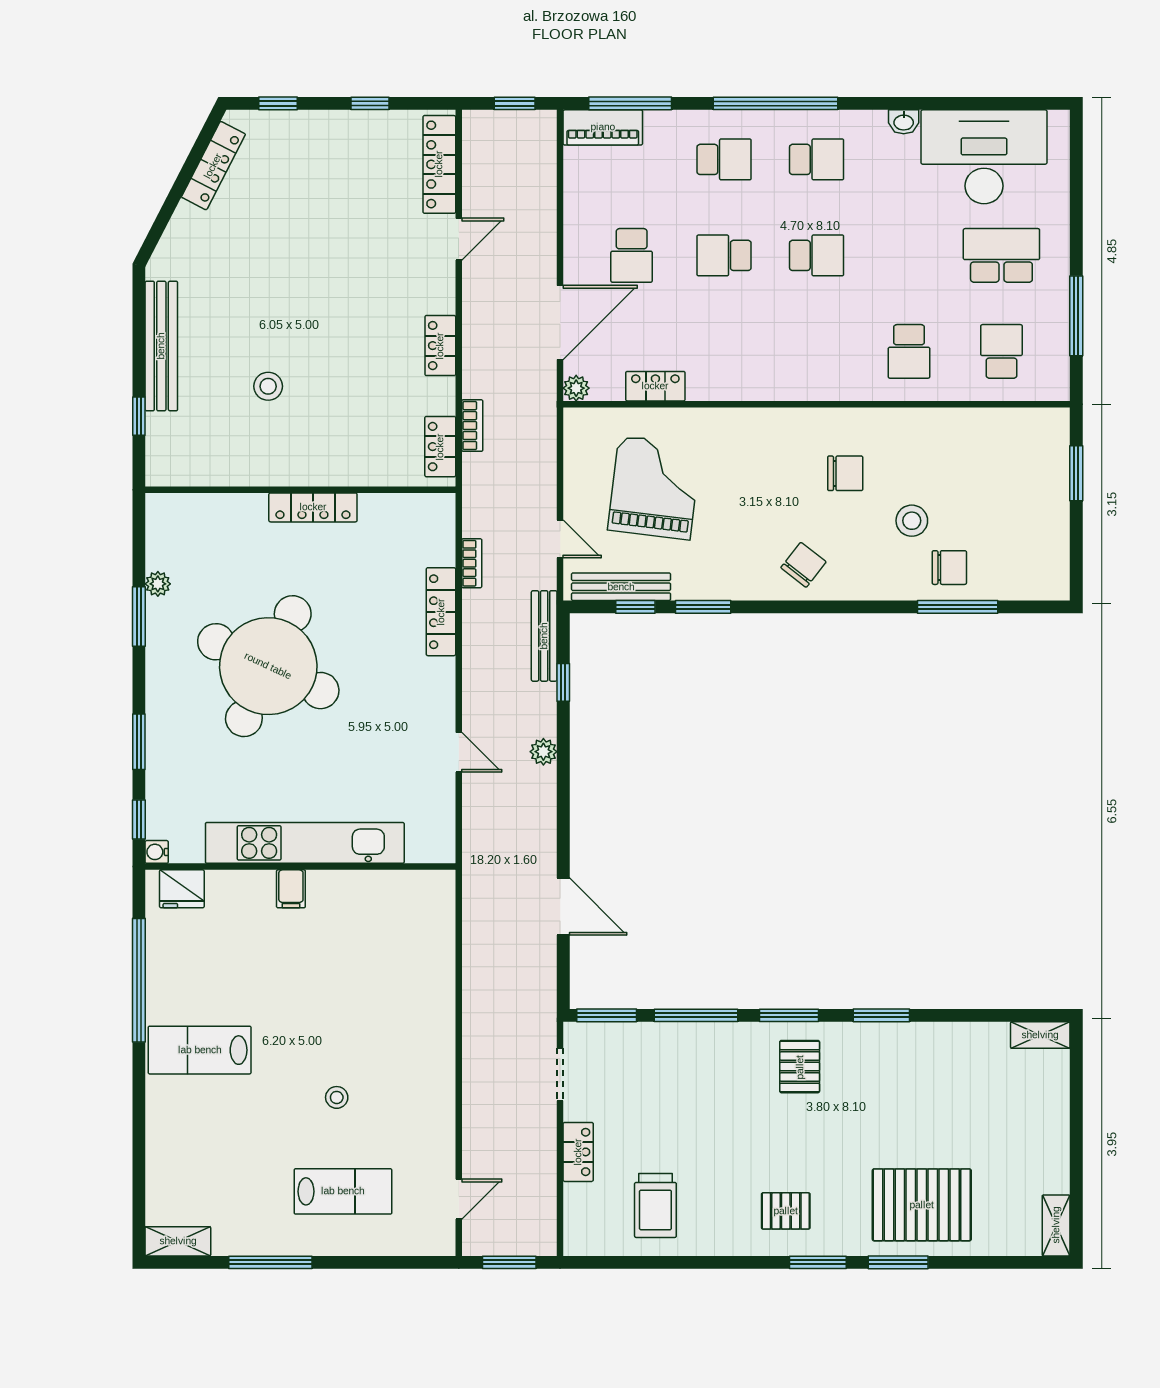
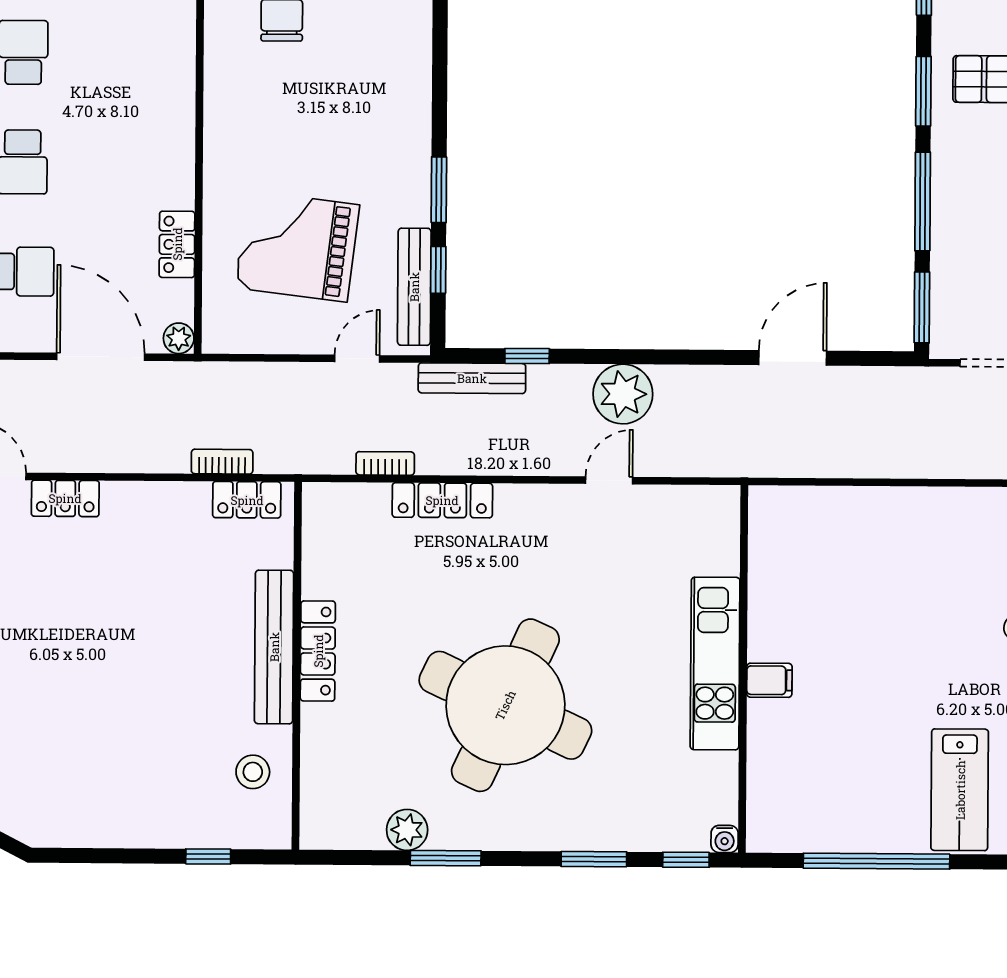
bench: (161, 346) -> (274, 647), moved, turned 90
locker: (440, 346) -> (65, 498), moved
stool: (268, 386) -> (253, 772), moved
chair: (803, 565) -> (390, 70), removed
plant: (158, 584) -> (407, 830), width x1.38, depth x1.38
plant: (543, 752) -> (623, 394), width x1.88, depth x1.88
kitchen unit: (305, 843) -> (715, 663), width x0.73
fridge: (182, 889) -> (768, 809), removed

